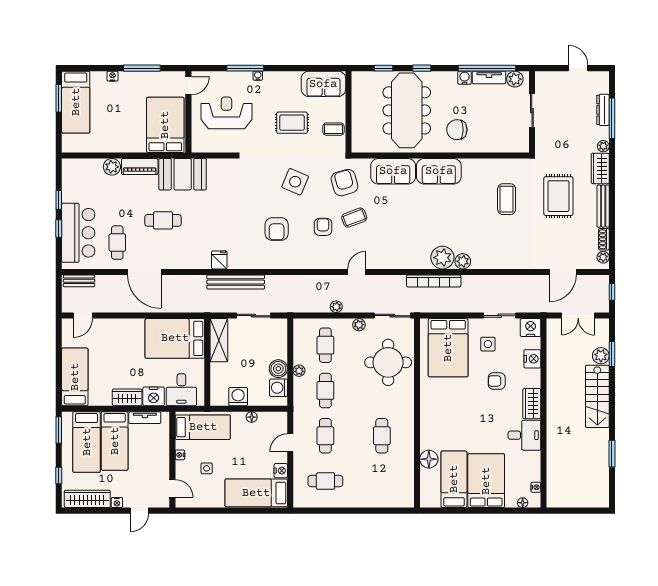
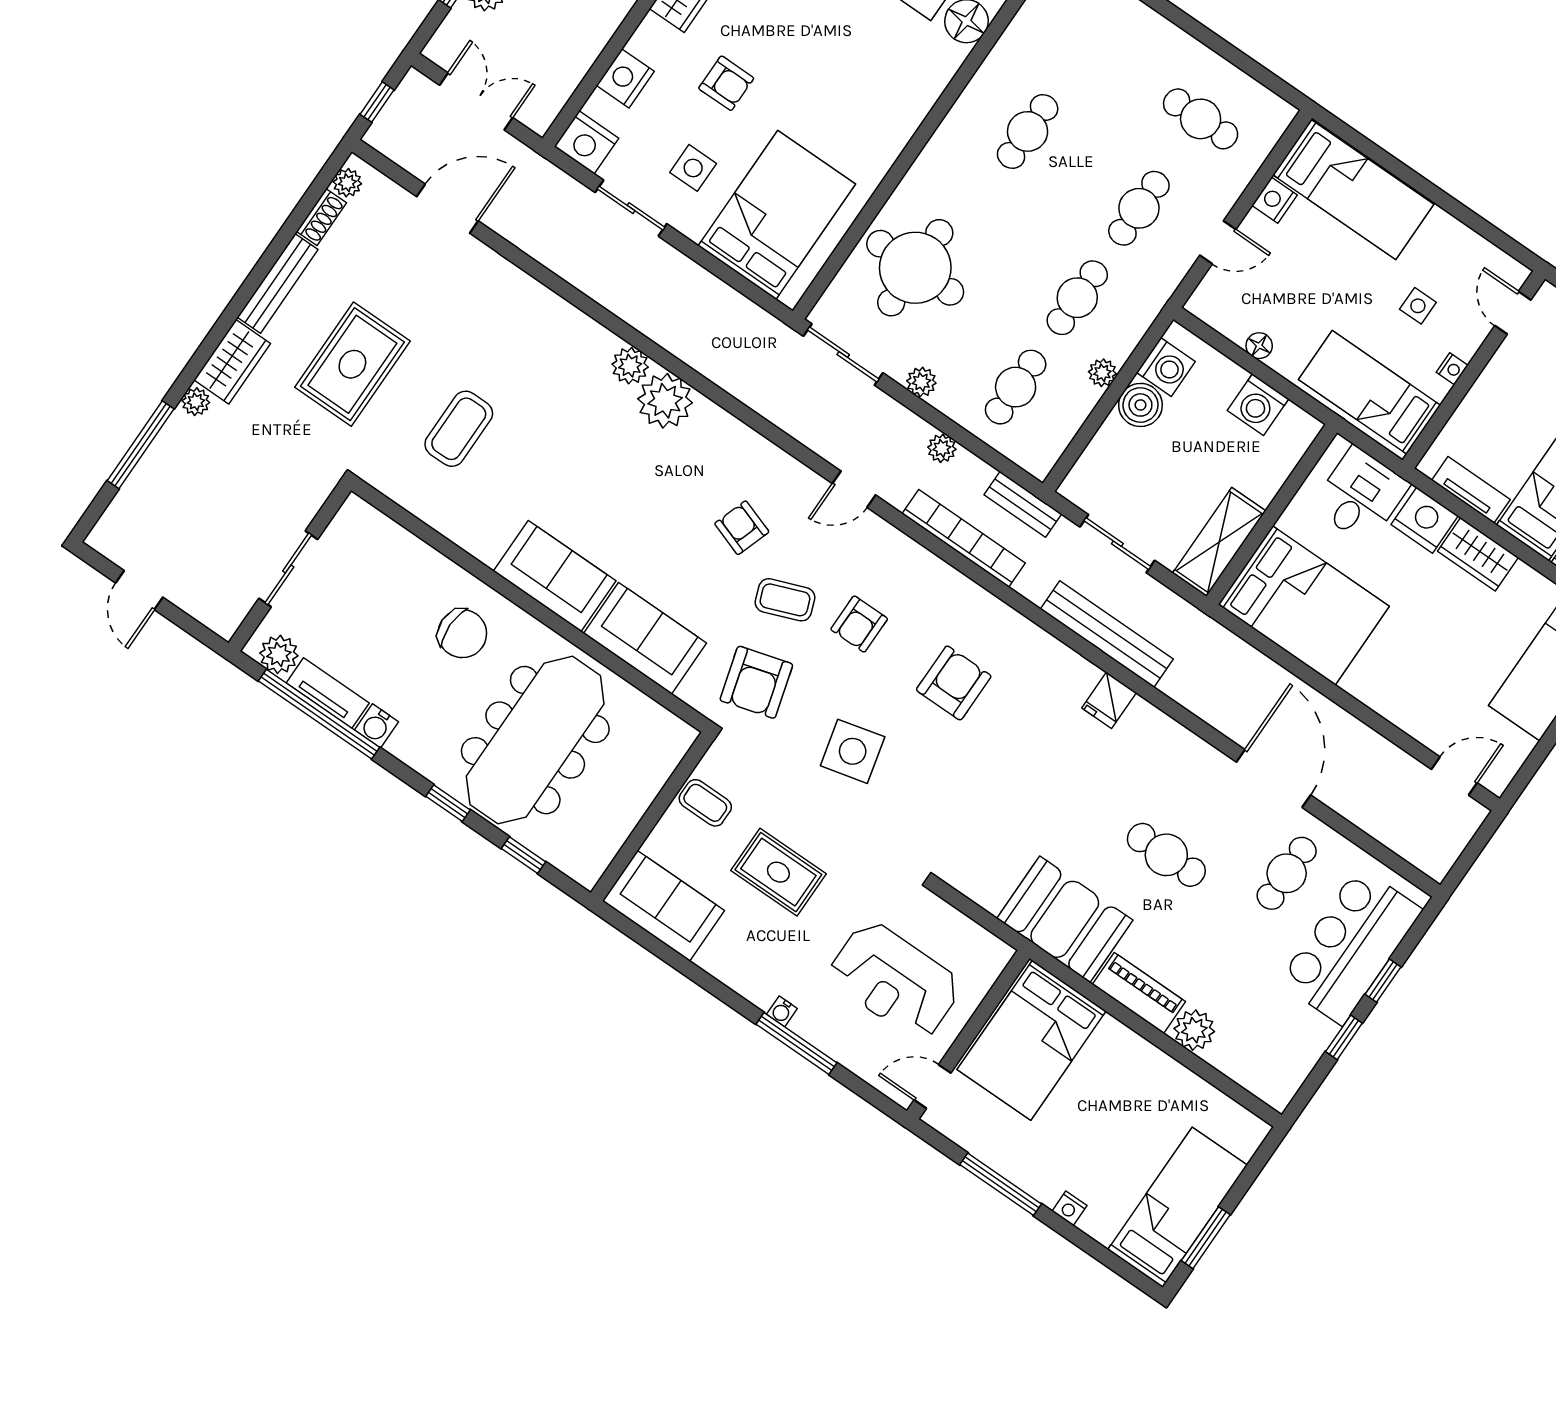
dresser: (603, 110) -> (147, 474), removed
side table: (295, 182) -> (853, 751), turned -37
armchair: (386, 232) -> (742, 528), added
bench: (79, 281) -> (1023, 504), moved
bookcase: (434, 281) -> (964, 538), moved

